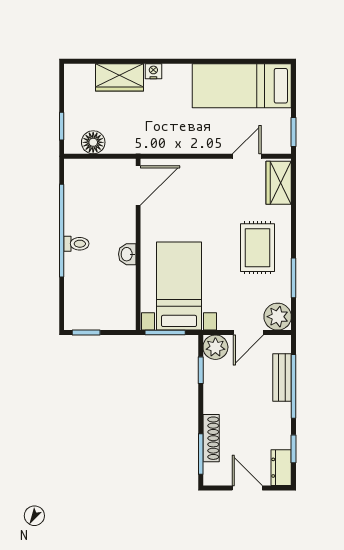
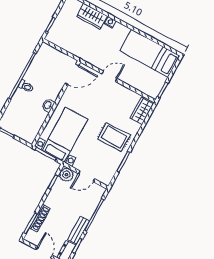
floor lamp: (93, 142) -> (61, 41), removed
door: (247, 156) -> (109, 76), moved
rug: (258, 248) -> (114, 137), turned 90
plant: (278, 317) -> (105, 176), removed
bench: (282, 377) -> (78, 230), moved

